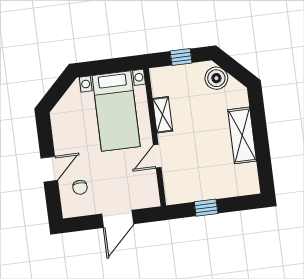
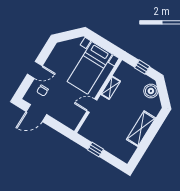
door: (118, 219) -> (36, 113), moved

